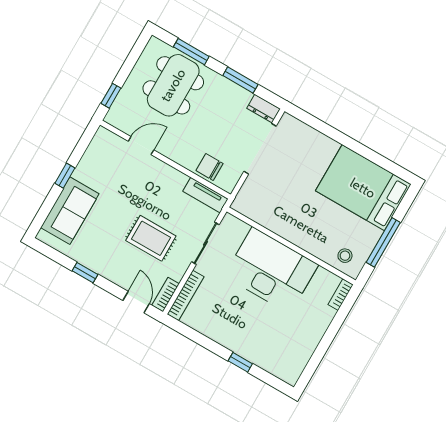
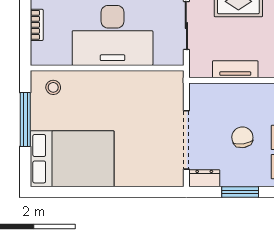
chair: (209, 167) -> (242, 137), moved, turned -98
tv unit: (206, 195) -> (235, 69), moved
bookcase: (341, 295) -> (37, 25), moved

